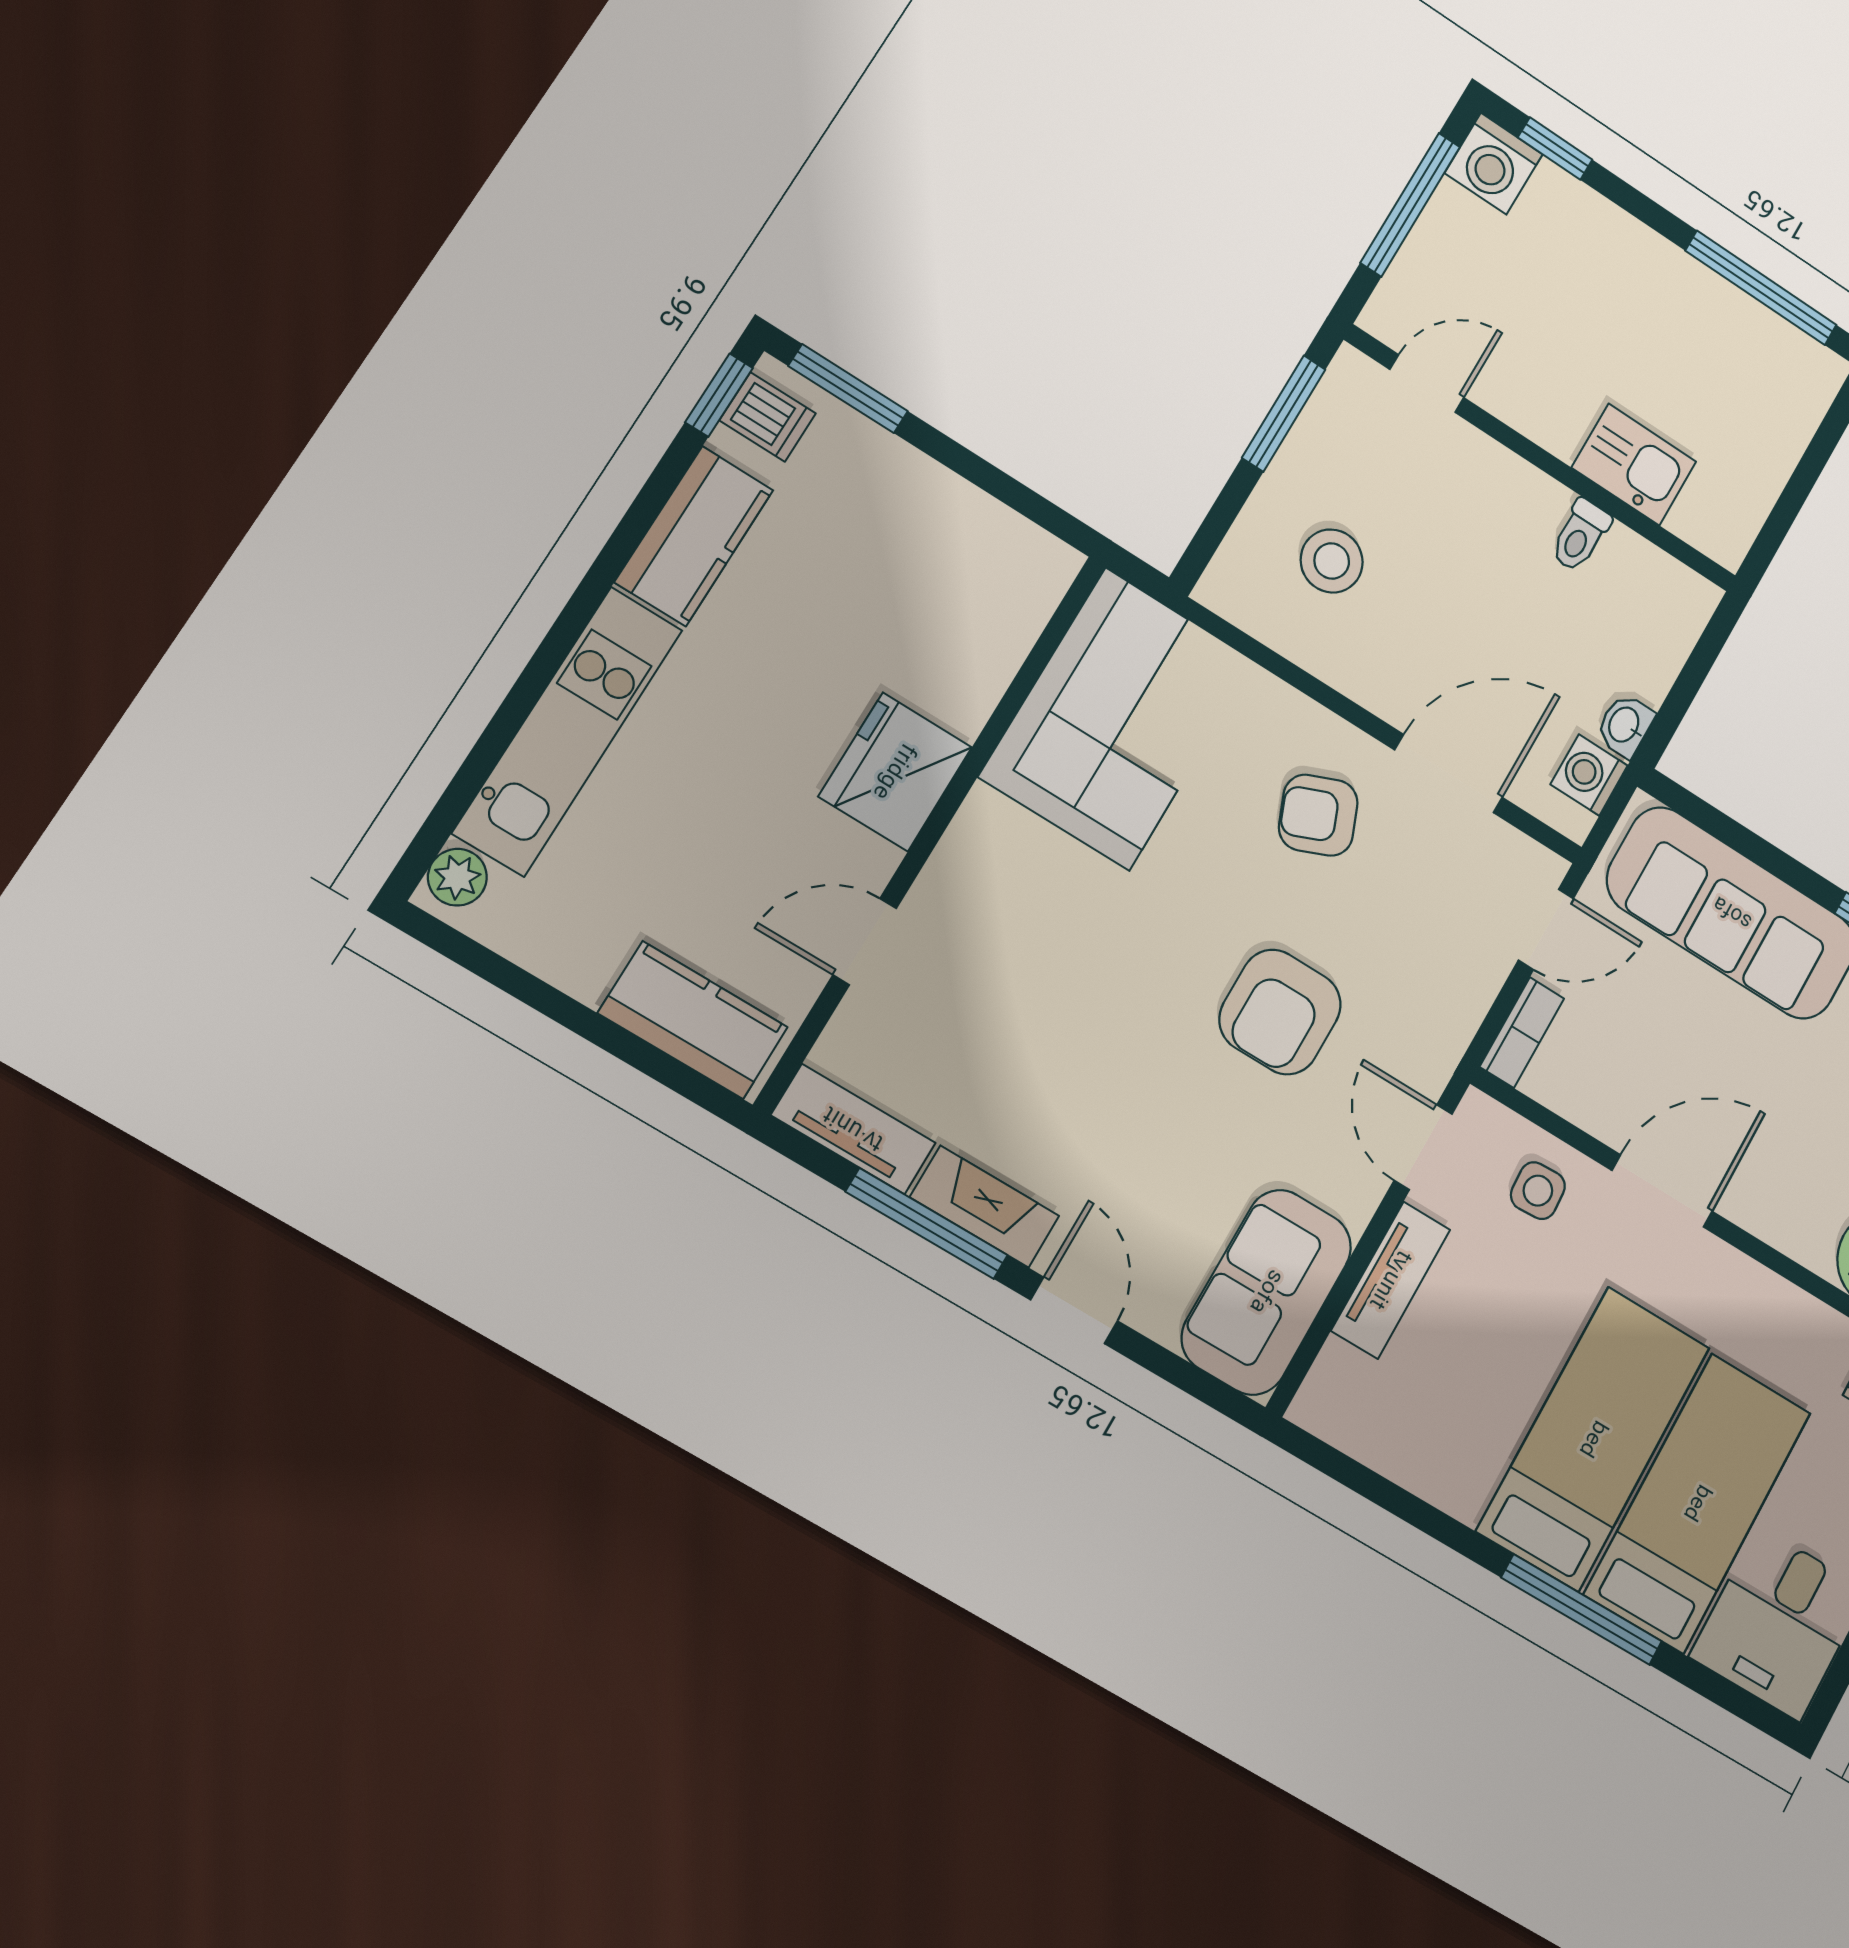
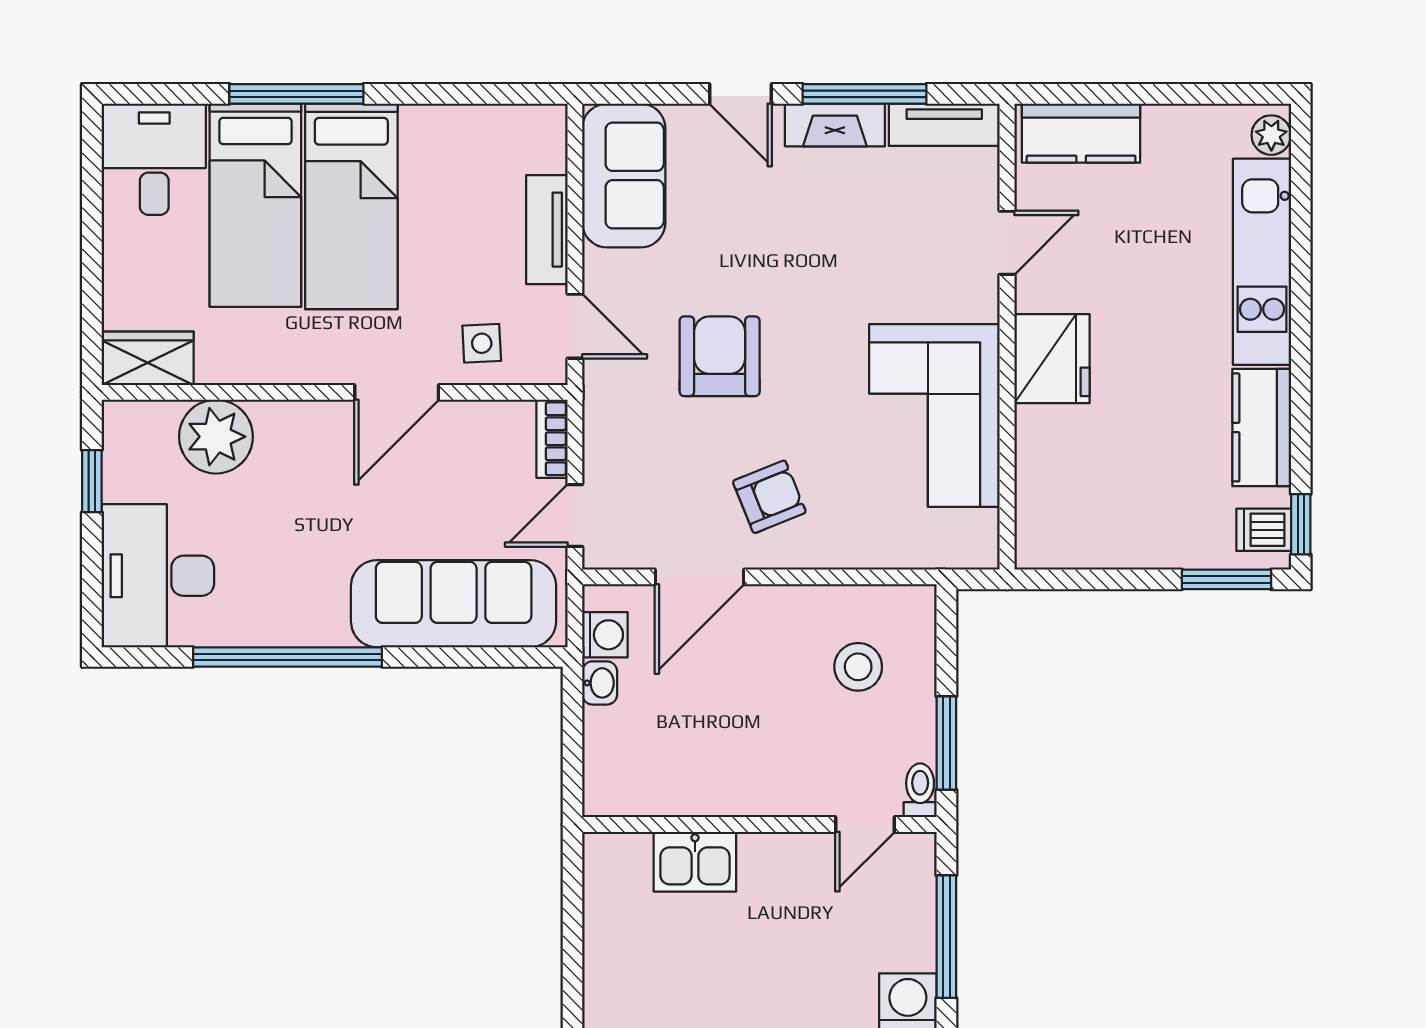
toilet: (1580, 535) -> (920, 790), moved
corner sofa: (1118, 719) -> (934, 416), moved

